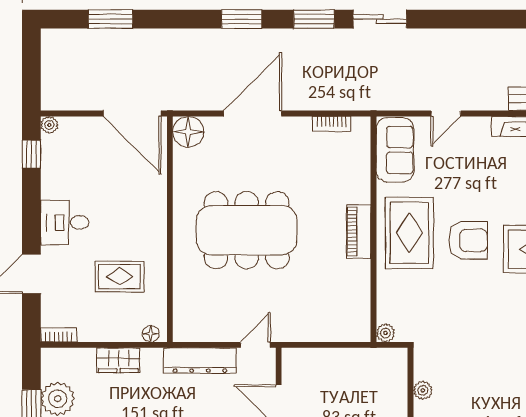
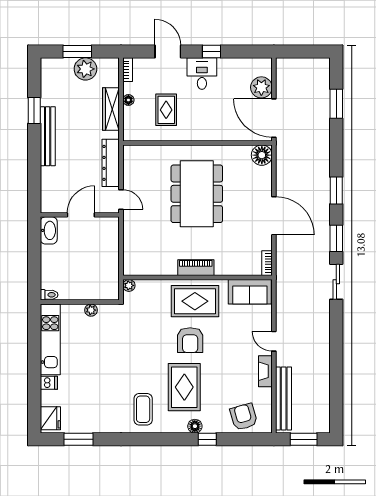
door: (132, 114) -> (274, 118), hinge flipped
door: (253, 114) -> (274, 216), moved
door: (446, 114) -> (274, 341), moved
bookcase: (332, 124) -> (267, 263), moved
plant: (49, 125) -> (261, 87), moved, width x1.88, depth x1.88
window: (31, 154) -> (211, 52), moved
floor lamp: (151, 334) -> (128, 100), moved
wardrobe: (118, 360) -> (111, 109), width x1.50

